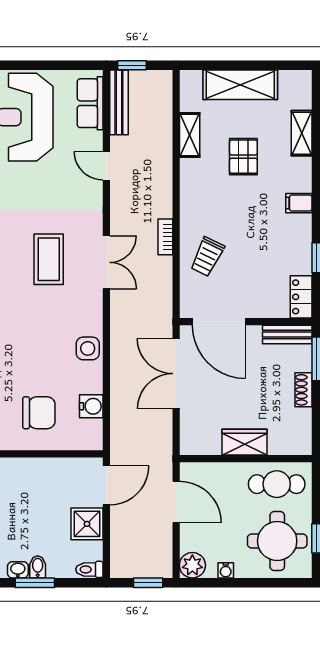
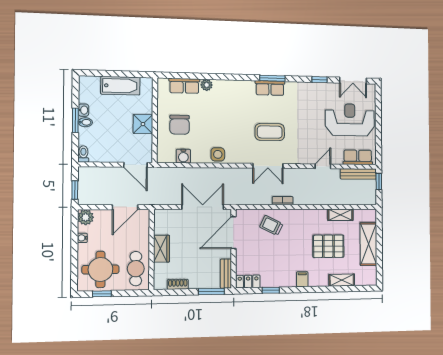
pallet: (243, 157) -> (328, 246), width x1.50, depth x1.42
shoe rack: (303, 390) -> (178, 284), moved
shower: (87, 524) -> (143, 124), moved

